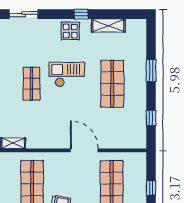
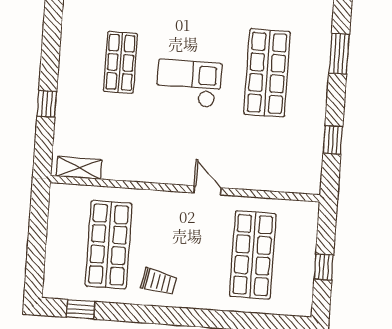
checkout: (67, 75) -> (189, 83), moved
door: (84, 150) -> (207, 190), width x0.53

